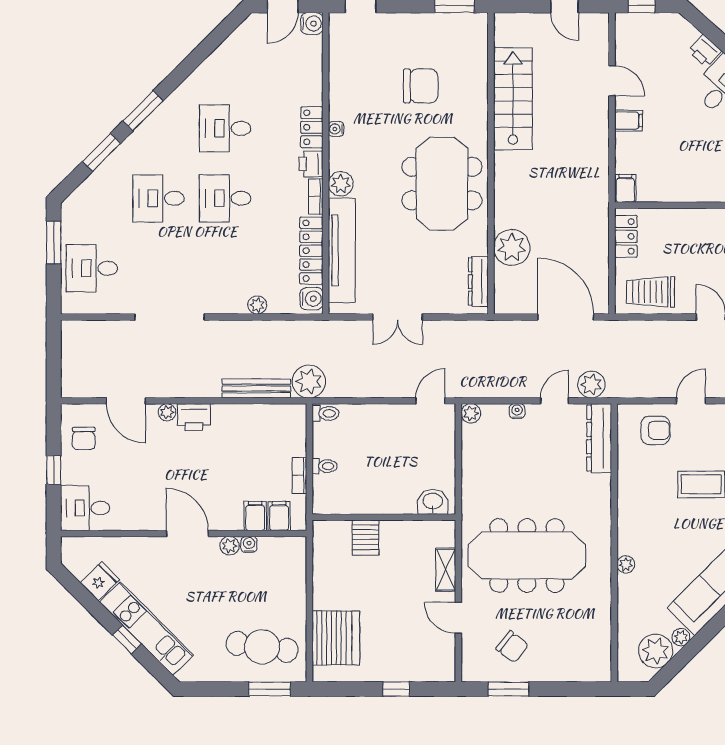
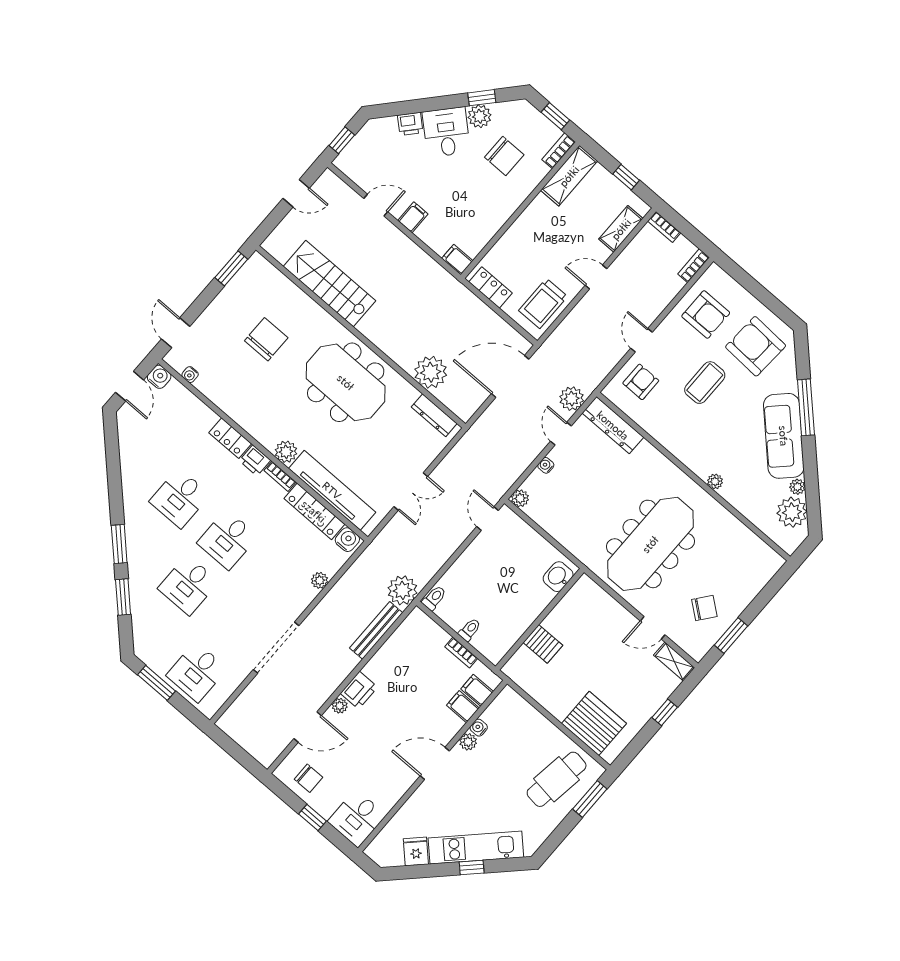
water cooler: (336, 129) -> (190, 375), moved
shelving: (446, 570) -> (674, 661), moved

